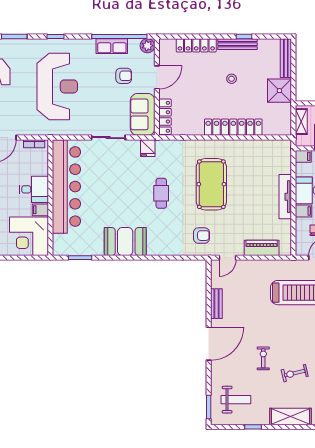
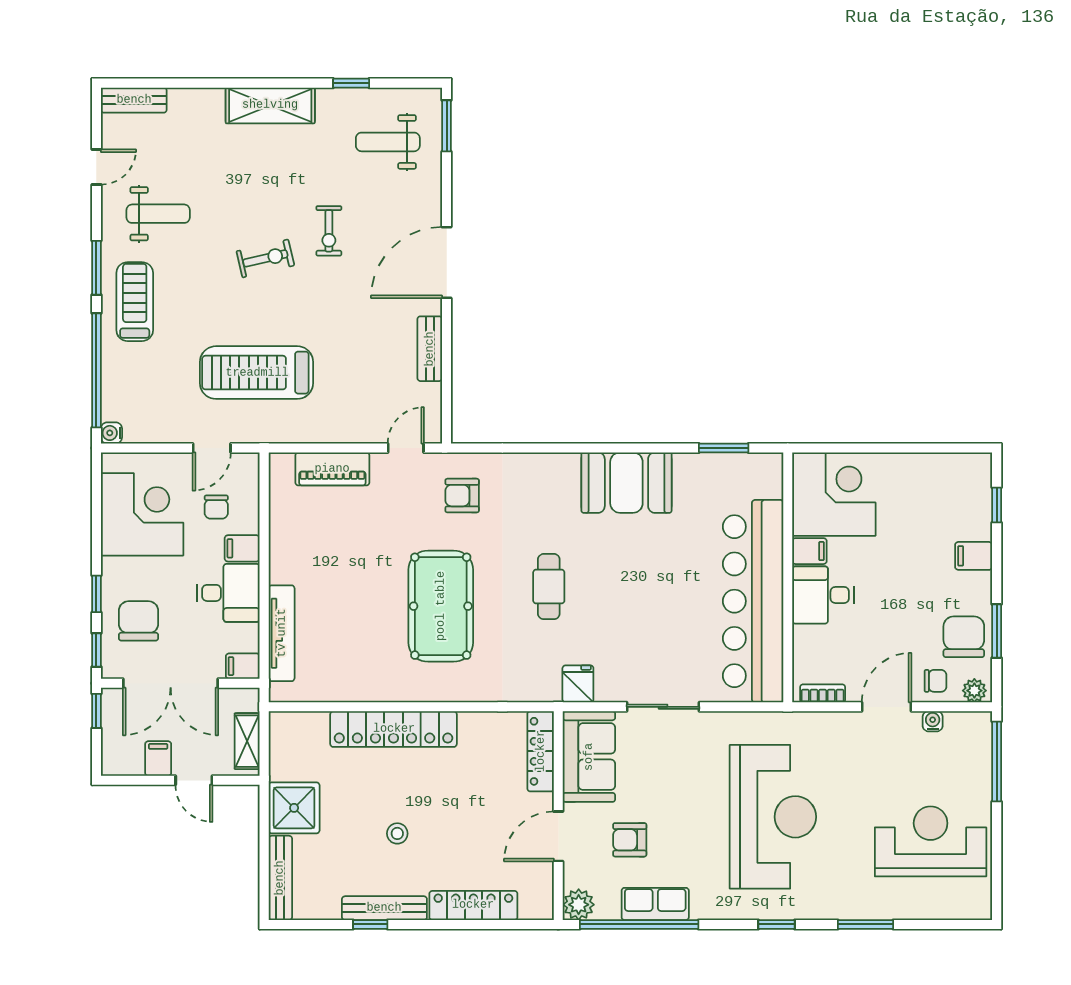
reception desk: (57, 86) -> (773, 817), turned 180
tv unit: (285, 197) -> (282, 633), moved
exercise bike: (295, 373) -> (265, 258), moved

